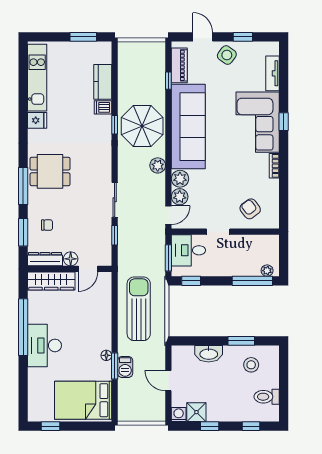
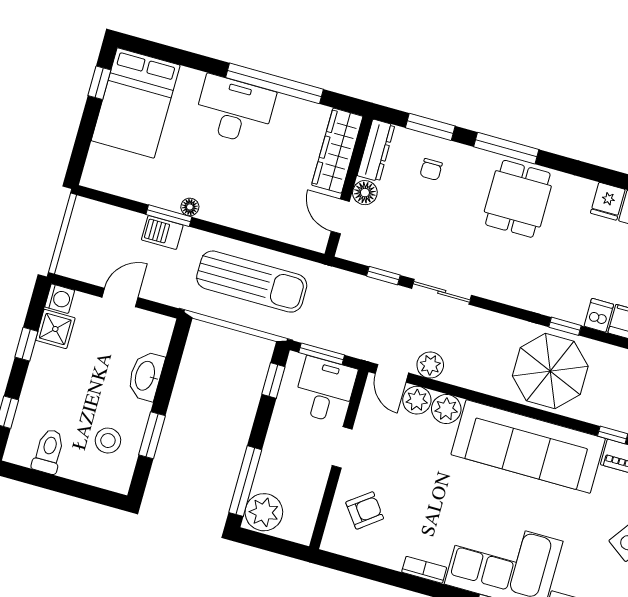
plant: (158, 165) -> (430, 365), moved
plant: (267, 271) -> (264, 512), width x1.87, depth x1.87
bed: (83, 400) -> (136, 103), moved, turned 180

